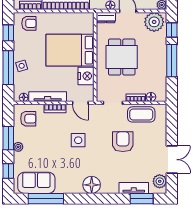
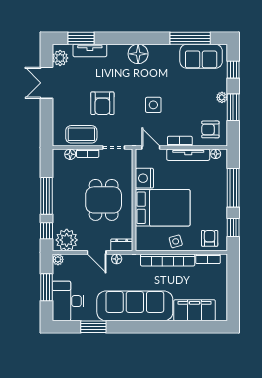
armchair: (29, 23) -> (210, 238), turned 90
side table: (22, 66) -> (176, 241), moved

